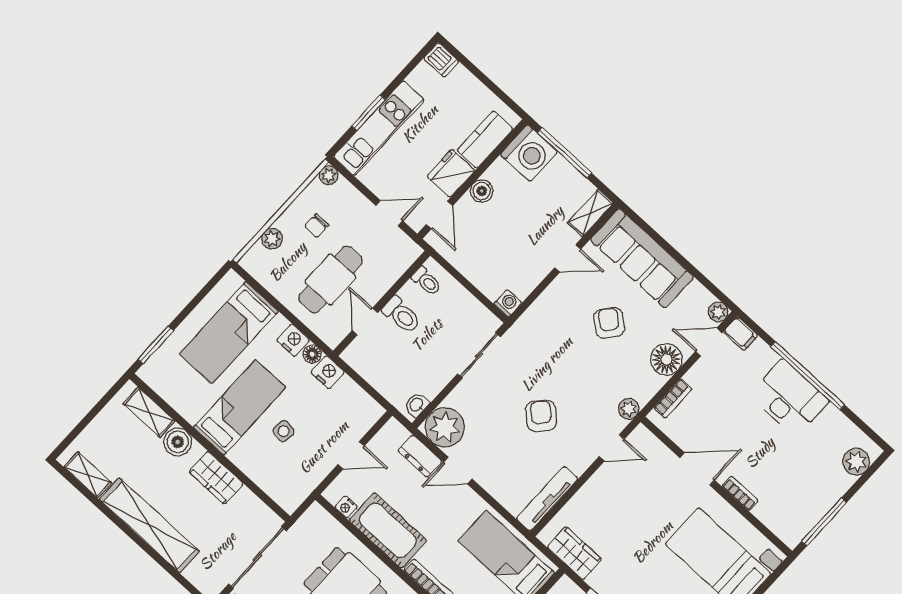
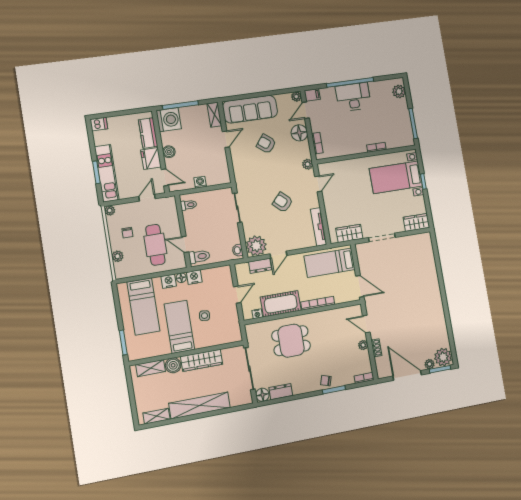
washing machine: (508, 303) -> (200, 182), moved
toilet: (401, 315) -> (199, 257), moved
door: (697, 469) -> (353, 156), removed
wardrobe: (216, 478) -> (202, 360), width x1.50

